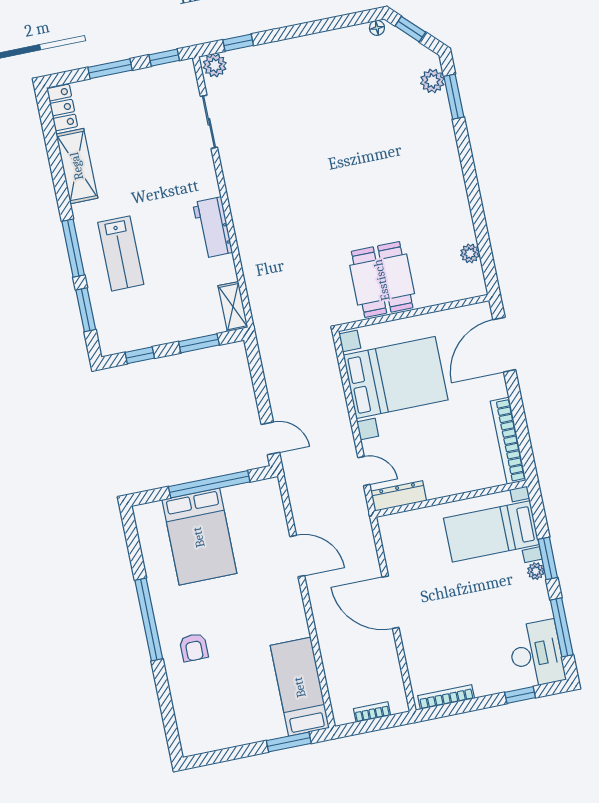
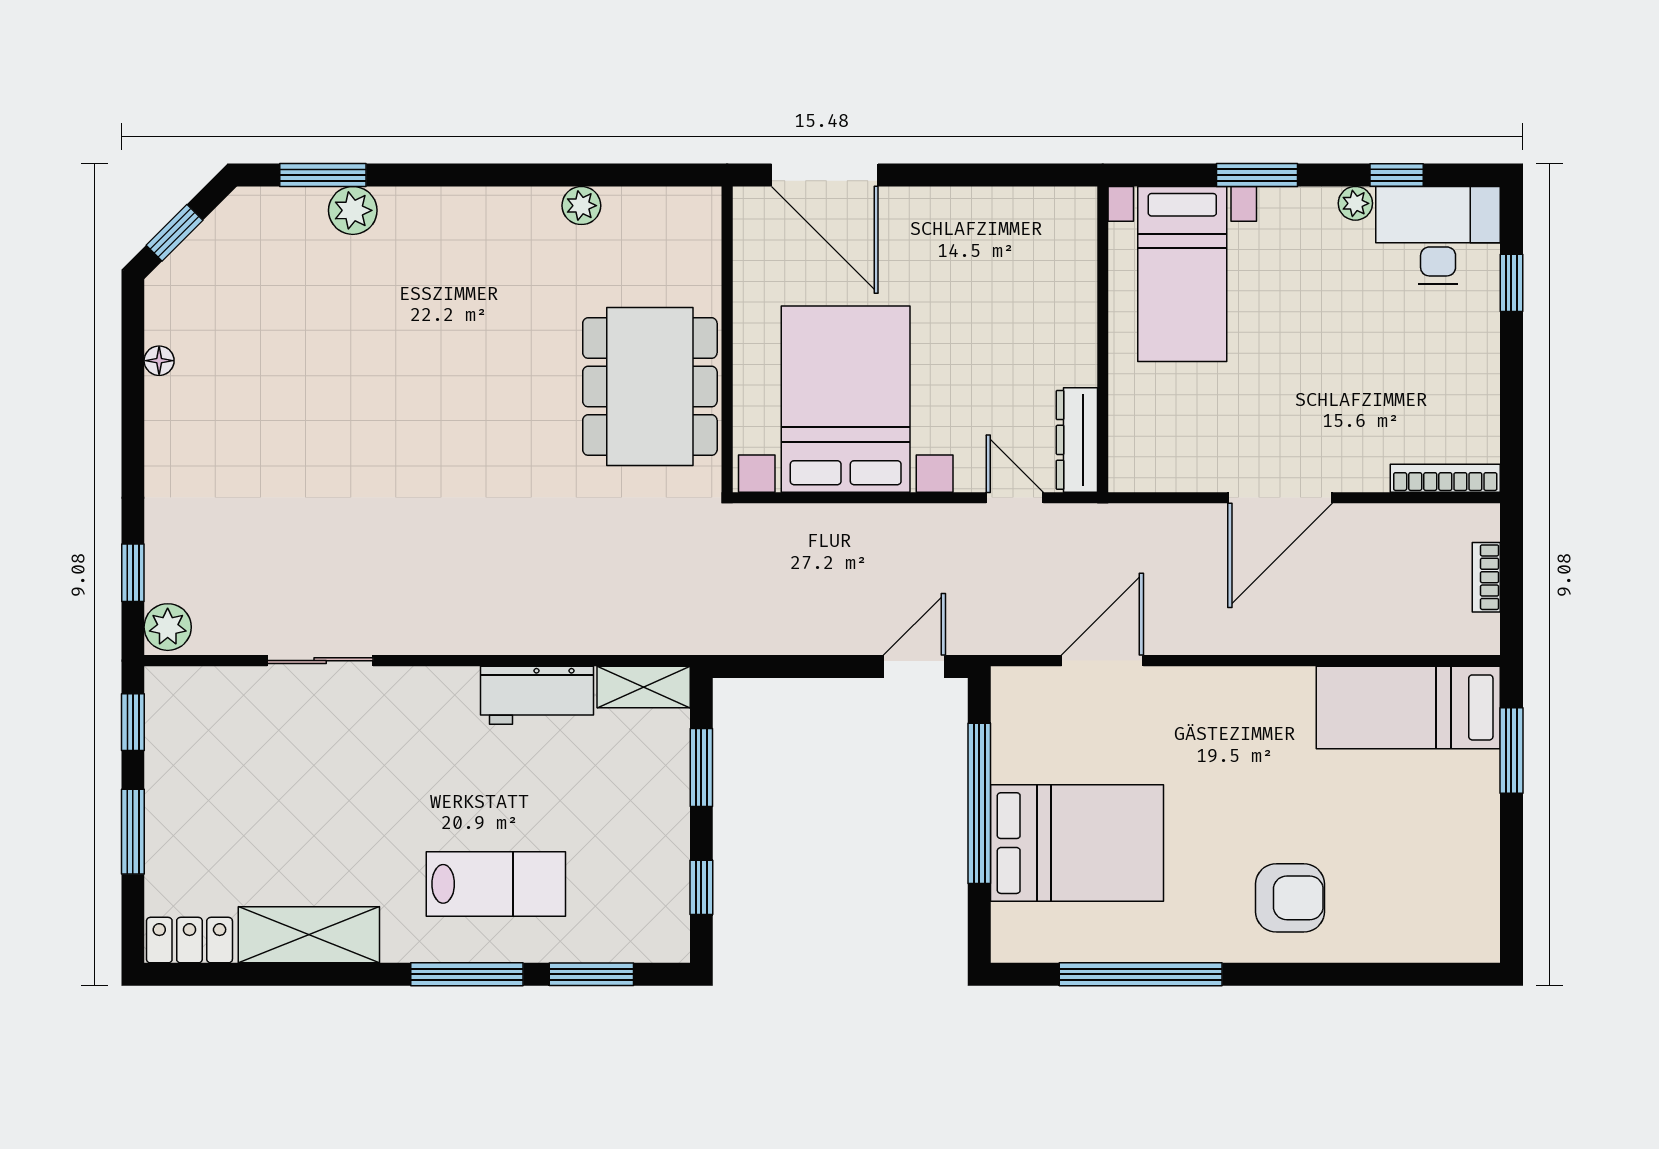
floor lamp: (377, 28) -> (159, 361), moved
plant: (432, 81) -> (353, 210), moved
sliding door: (209, 122) -> (320, 661), moved
workbench: (213, 228) -> (537, 695), moved
plant: (470, 253) -> (581, 206), moved
dining table: (382, 280) -> (650, 387), width x1.37
bookcase: (508, 441) -> (1013, 205), removed
door: (364, 471) -> (1015, 498), hinge flipped
door: (297, 556) -> (1102, 661), moved
plant: (536, 571) -> (1355, 203), moved
window: (149, 619) -> (1141, 974), moved
window: (562, 627) -> (1397, 175), width x0.46
armchair: (194, 647) -> (1290, 898), width x1.38, depth x1.38
bookcase: (446, 697) -> (1445, 478), moved, turned 90

